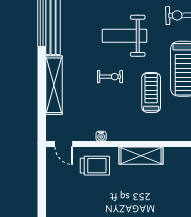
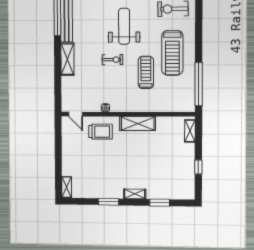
weight bench: (124, 36) -> (124, 26), turned 90
shelving: (54, 85) -> (67, 59), width x0.68

